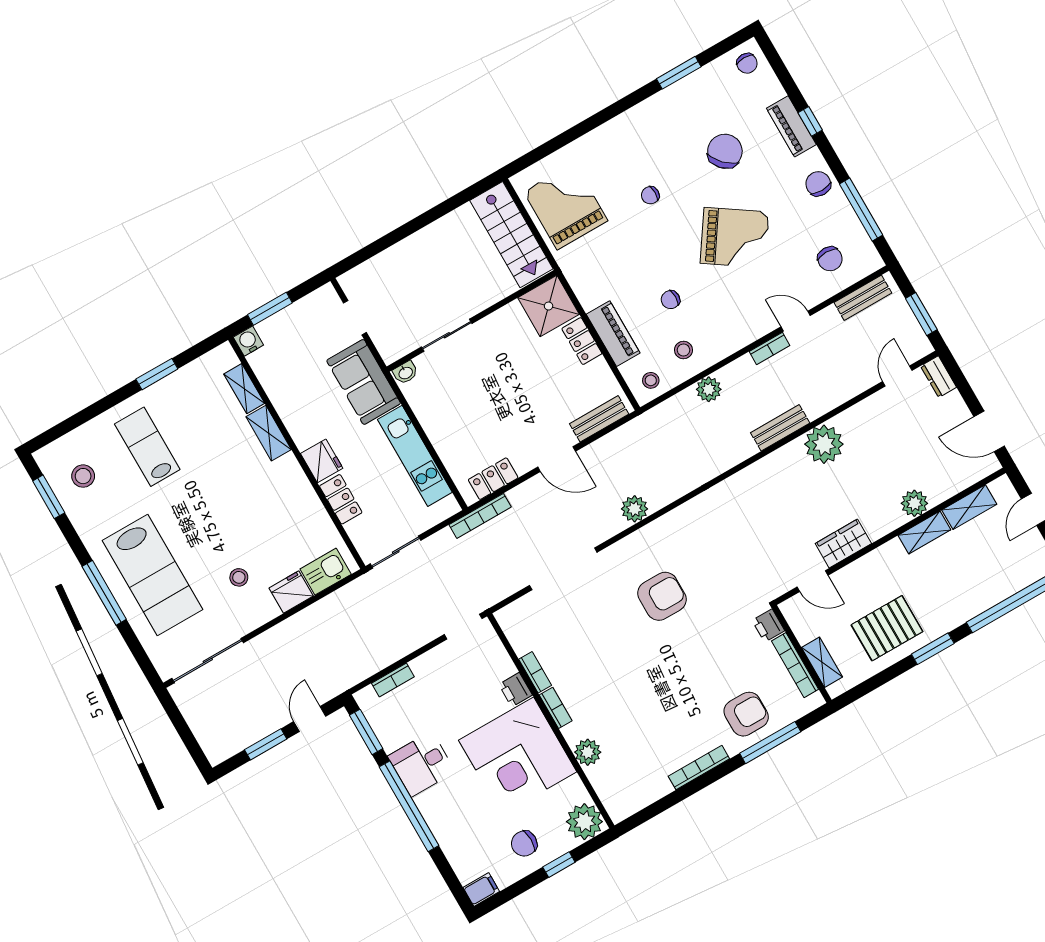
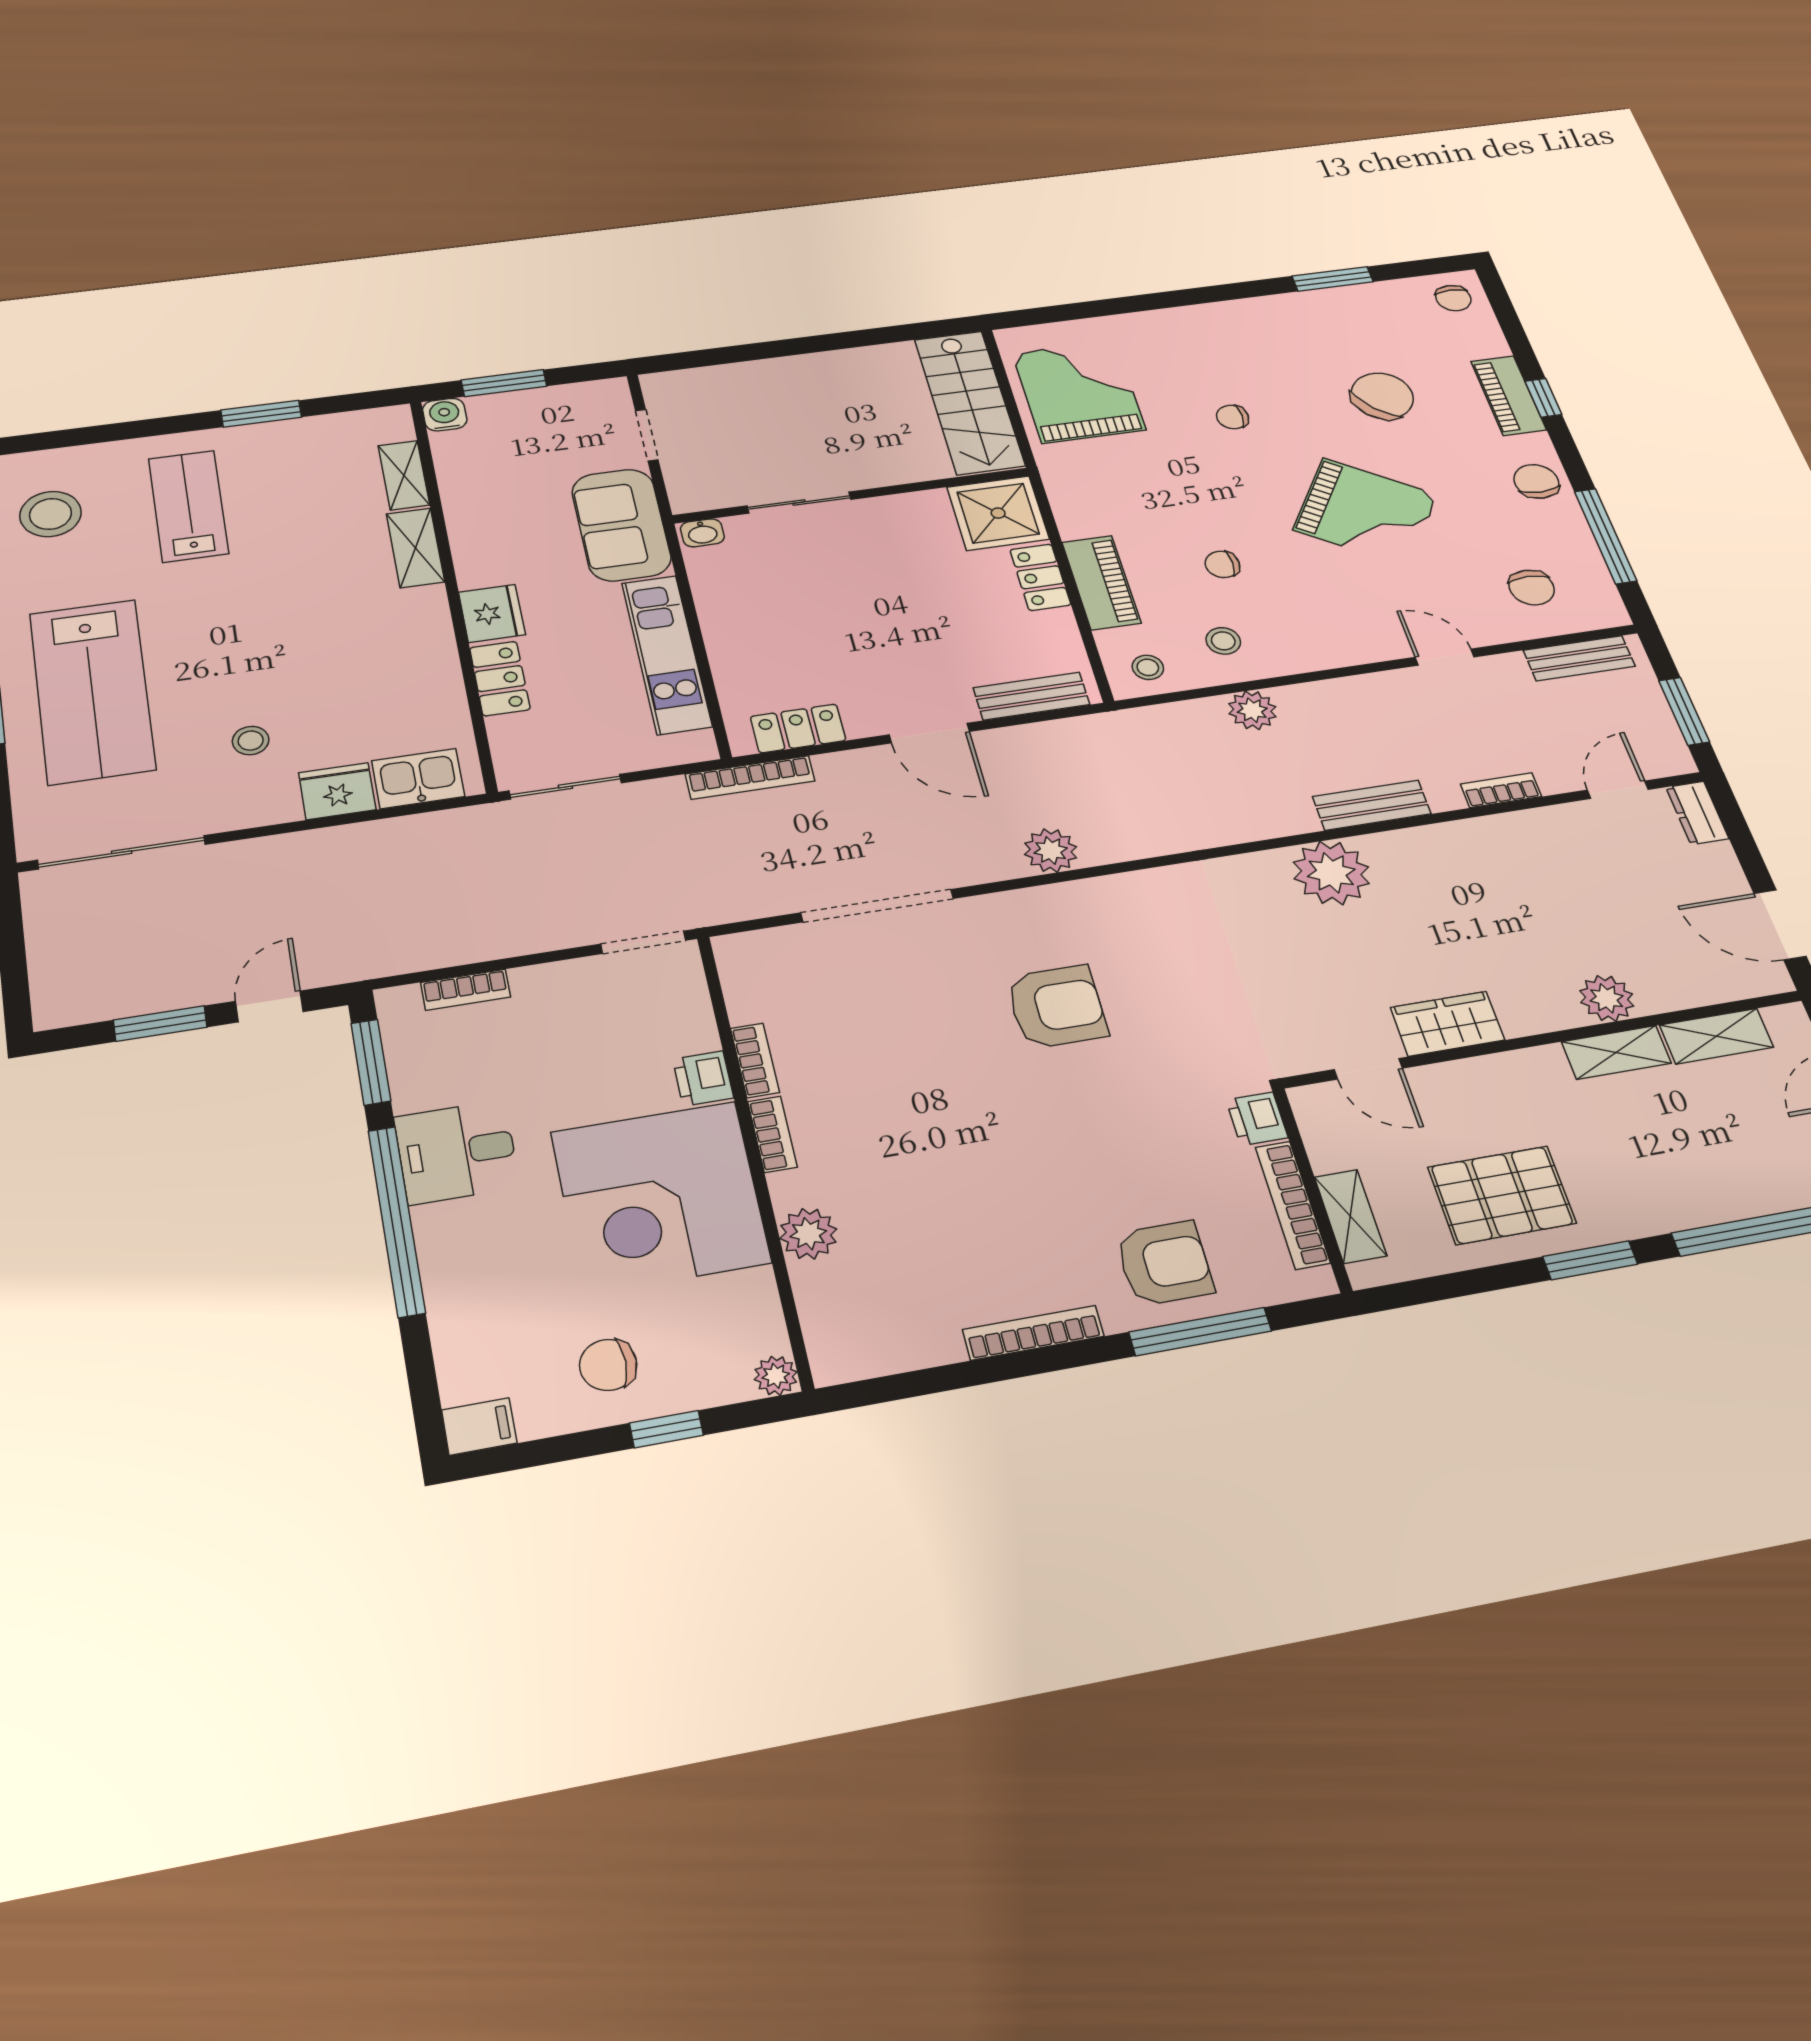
bookcase: (769, 349) -> (1501, 790), moved, turned 180
plant: (824, 444) -> (1331, 873), moved
stool: (83, 476) -> (50, 514), width x1.38, depth x1.38
plant: (584, 822) -> (776, 1376), width x0.53, depth x0.53

